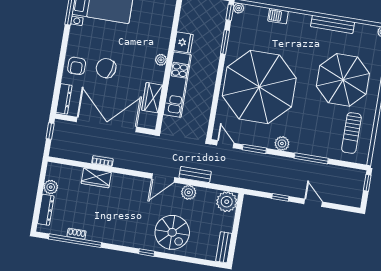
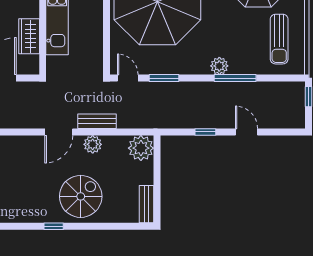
plant: (282, 144) -> (219, 66), moved
spiral stairs: (172, 232) -> (81, 196), turned -90

